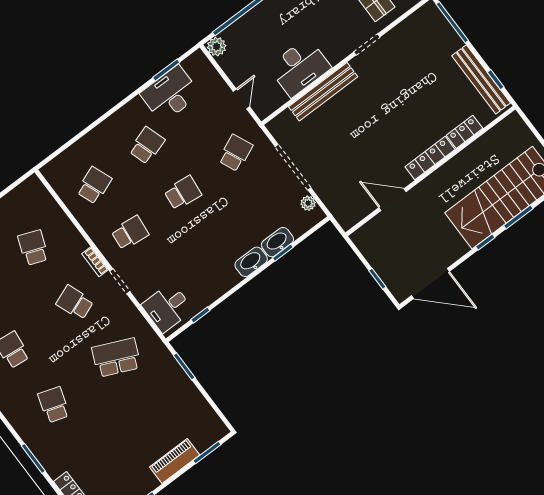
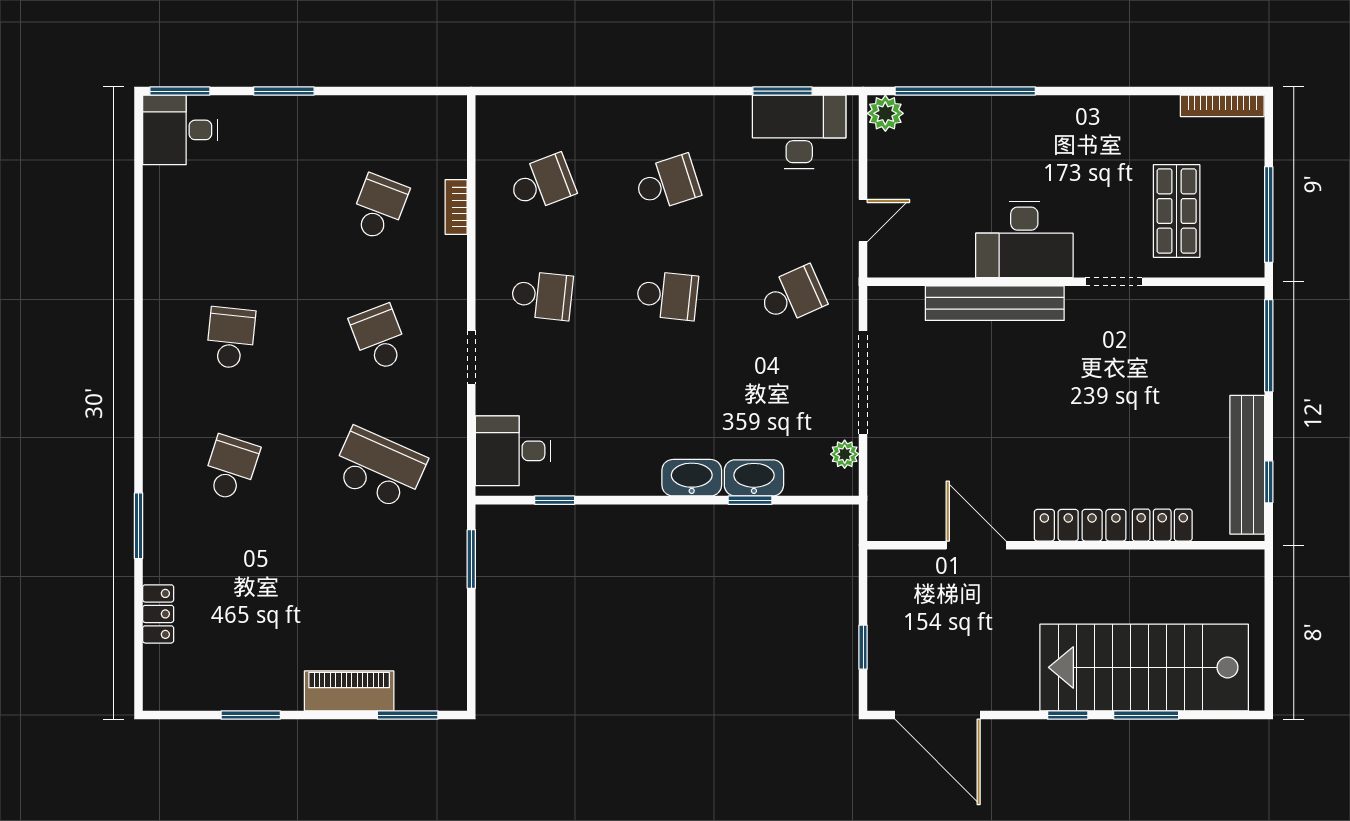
desk: (300, 67) -> (1024, 239), moved
desk: (170, 94) -> (799, 132), moved
bookcase: (95, 262) -> (456, 207), moved

